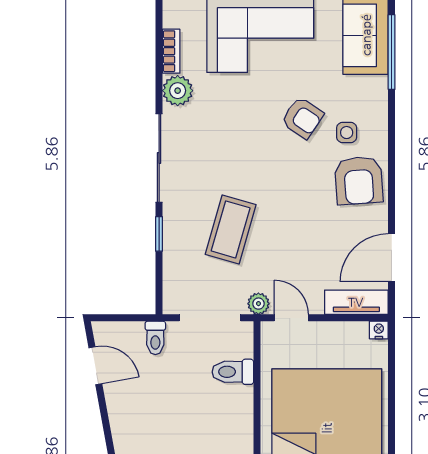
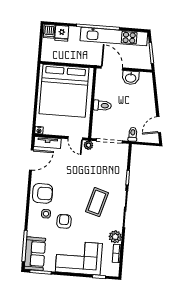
armchair: (302, 118) -> (64, 221), turned 56
armchair: (359, 180) -> (43, 193), turned 94
coffee table: (231, 229) -> (97, 202), moved
door: (95, 366) -> (159, 125), hinge flipped
toilet: (233, 372) -> (102, 105), moved

